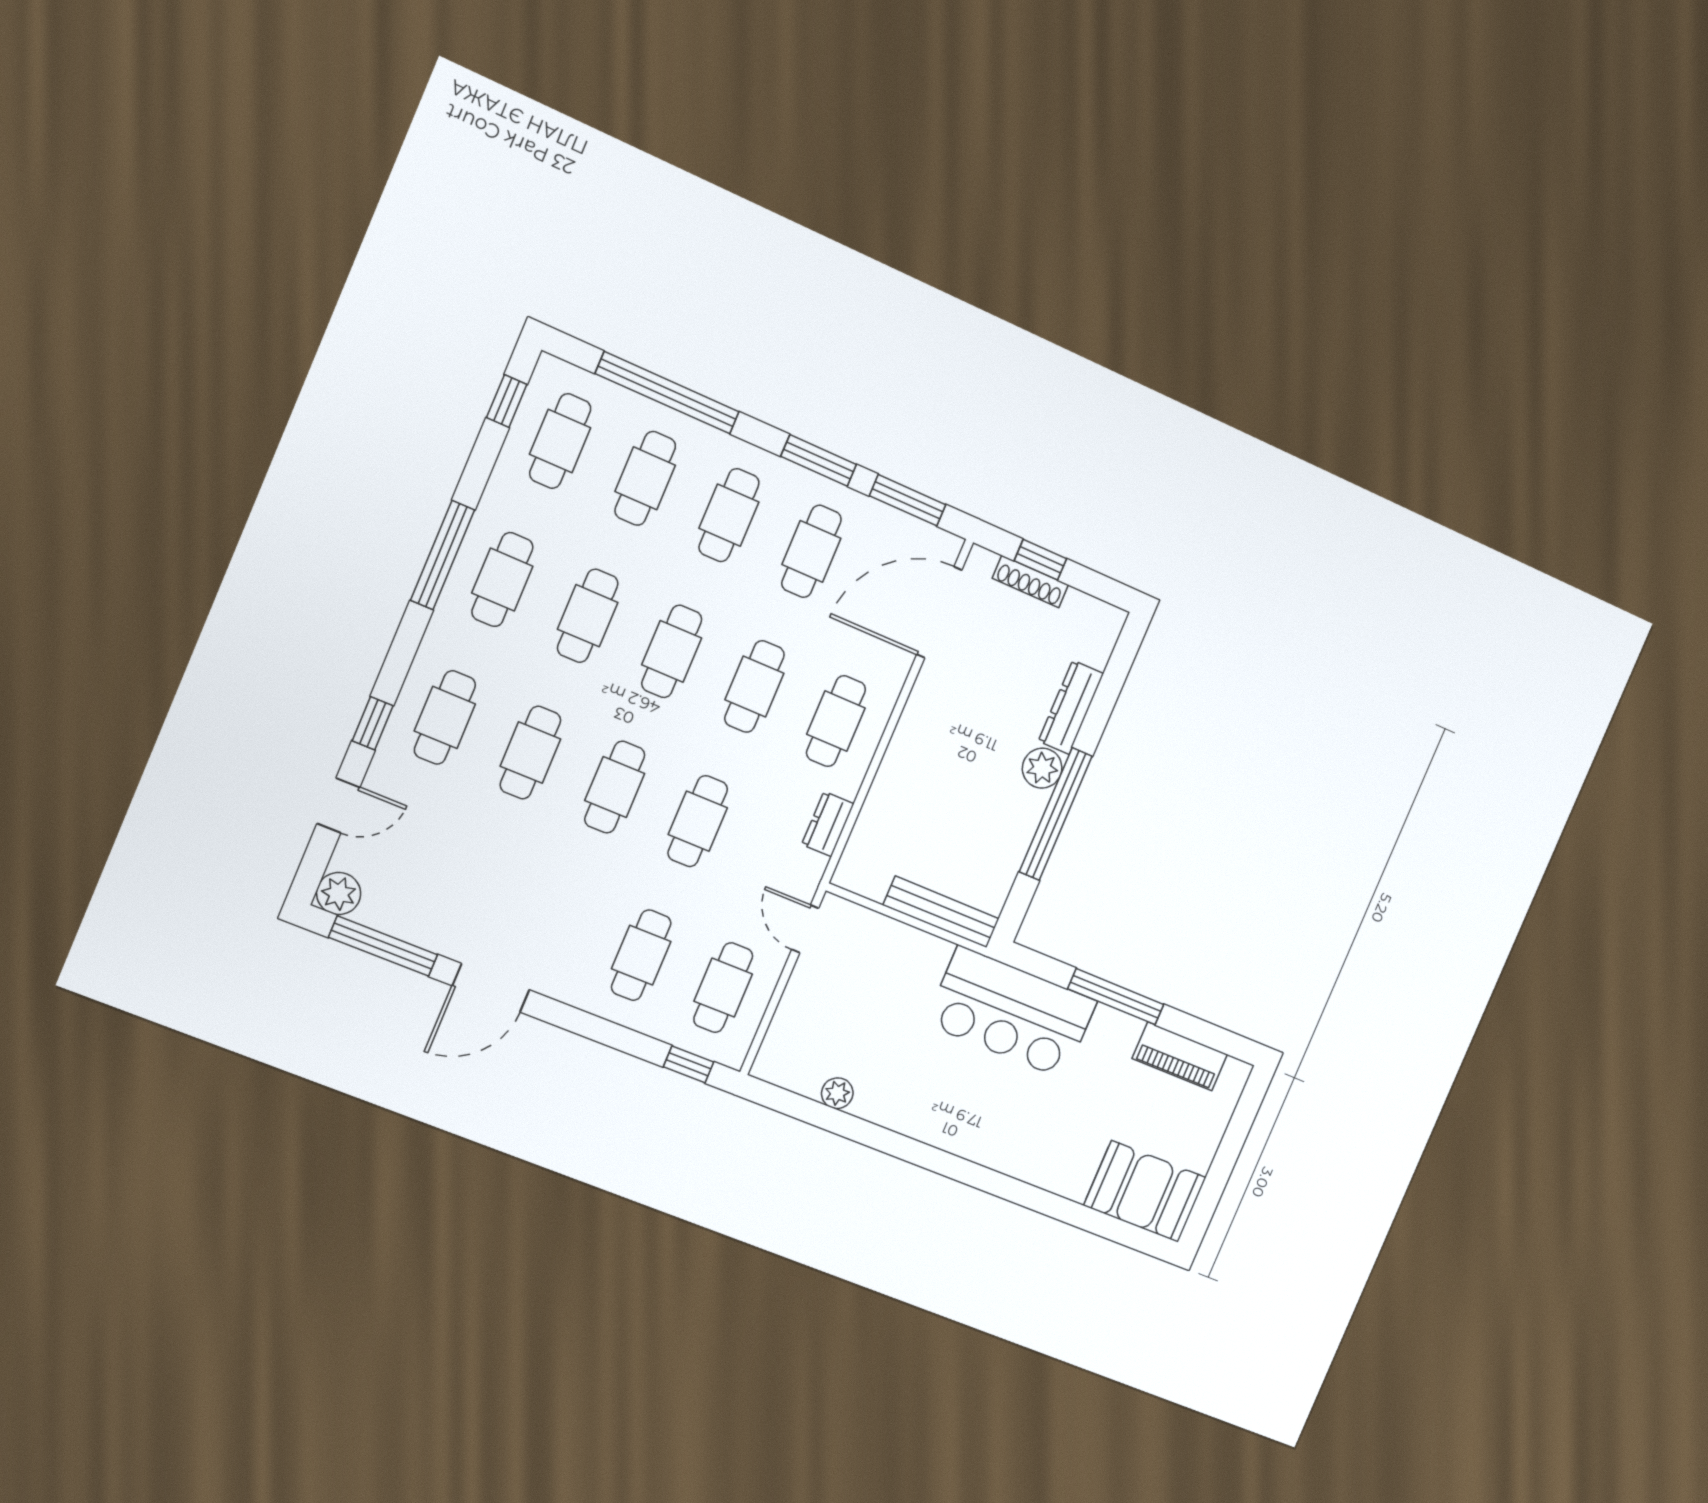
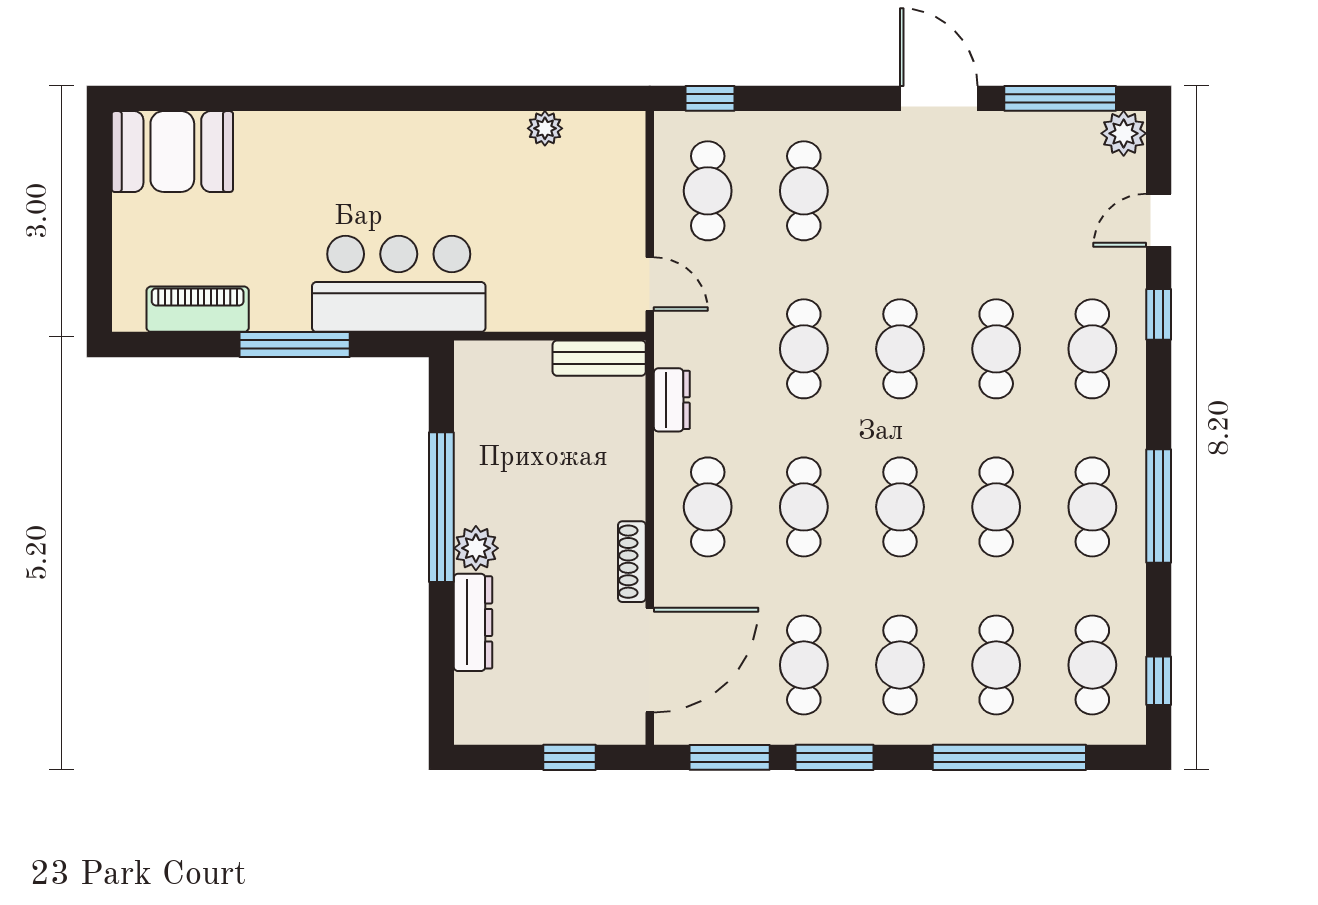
shoe rack: (1030, 581) -> (632, 562), moved, turned -90
bench: (941, 912) -> (599, 358), moved, width x0.73
door: (491, 988) -> (939, 98), hinge flipped

